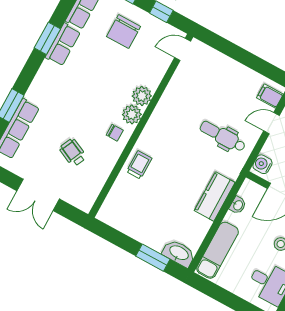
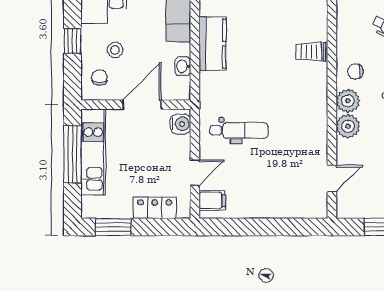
door: (183, 49) -> (332, 179), moved
trolley: (139, 165) -> (311, 52), turned 90
kitchen counter: (215, 196) -> (212, 44), moved

